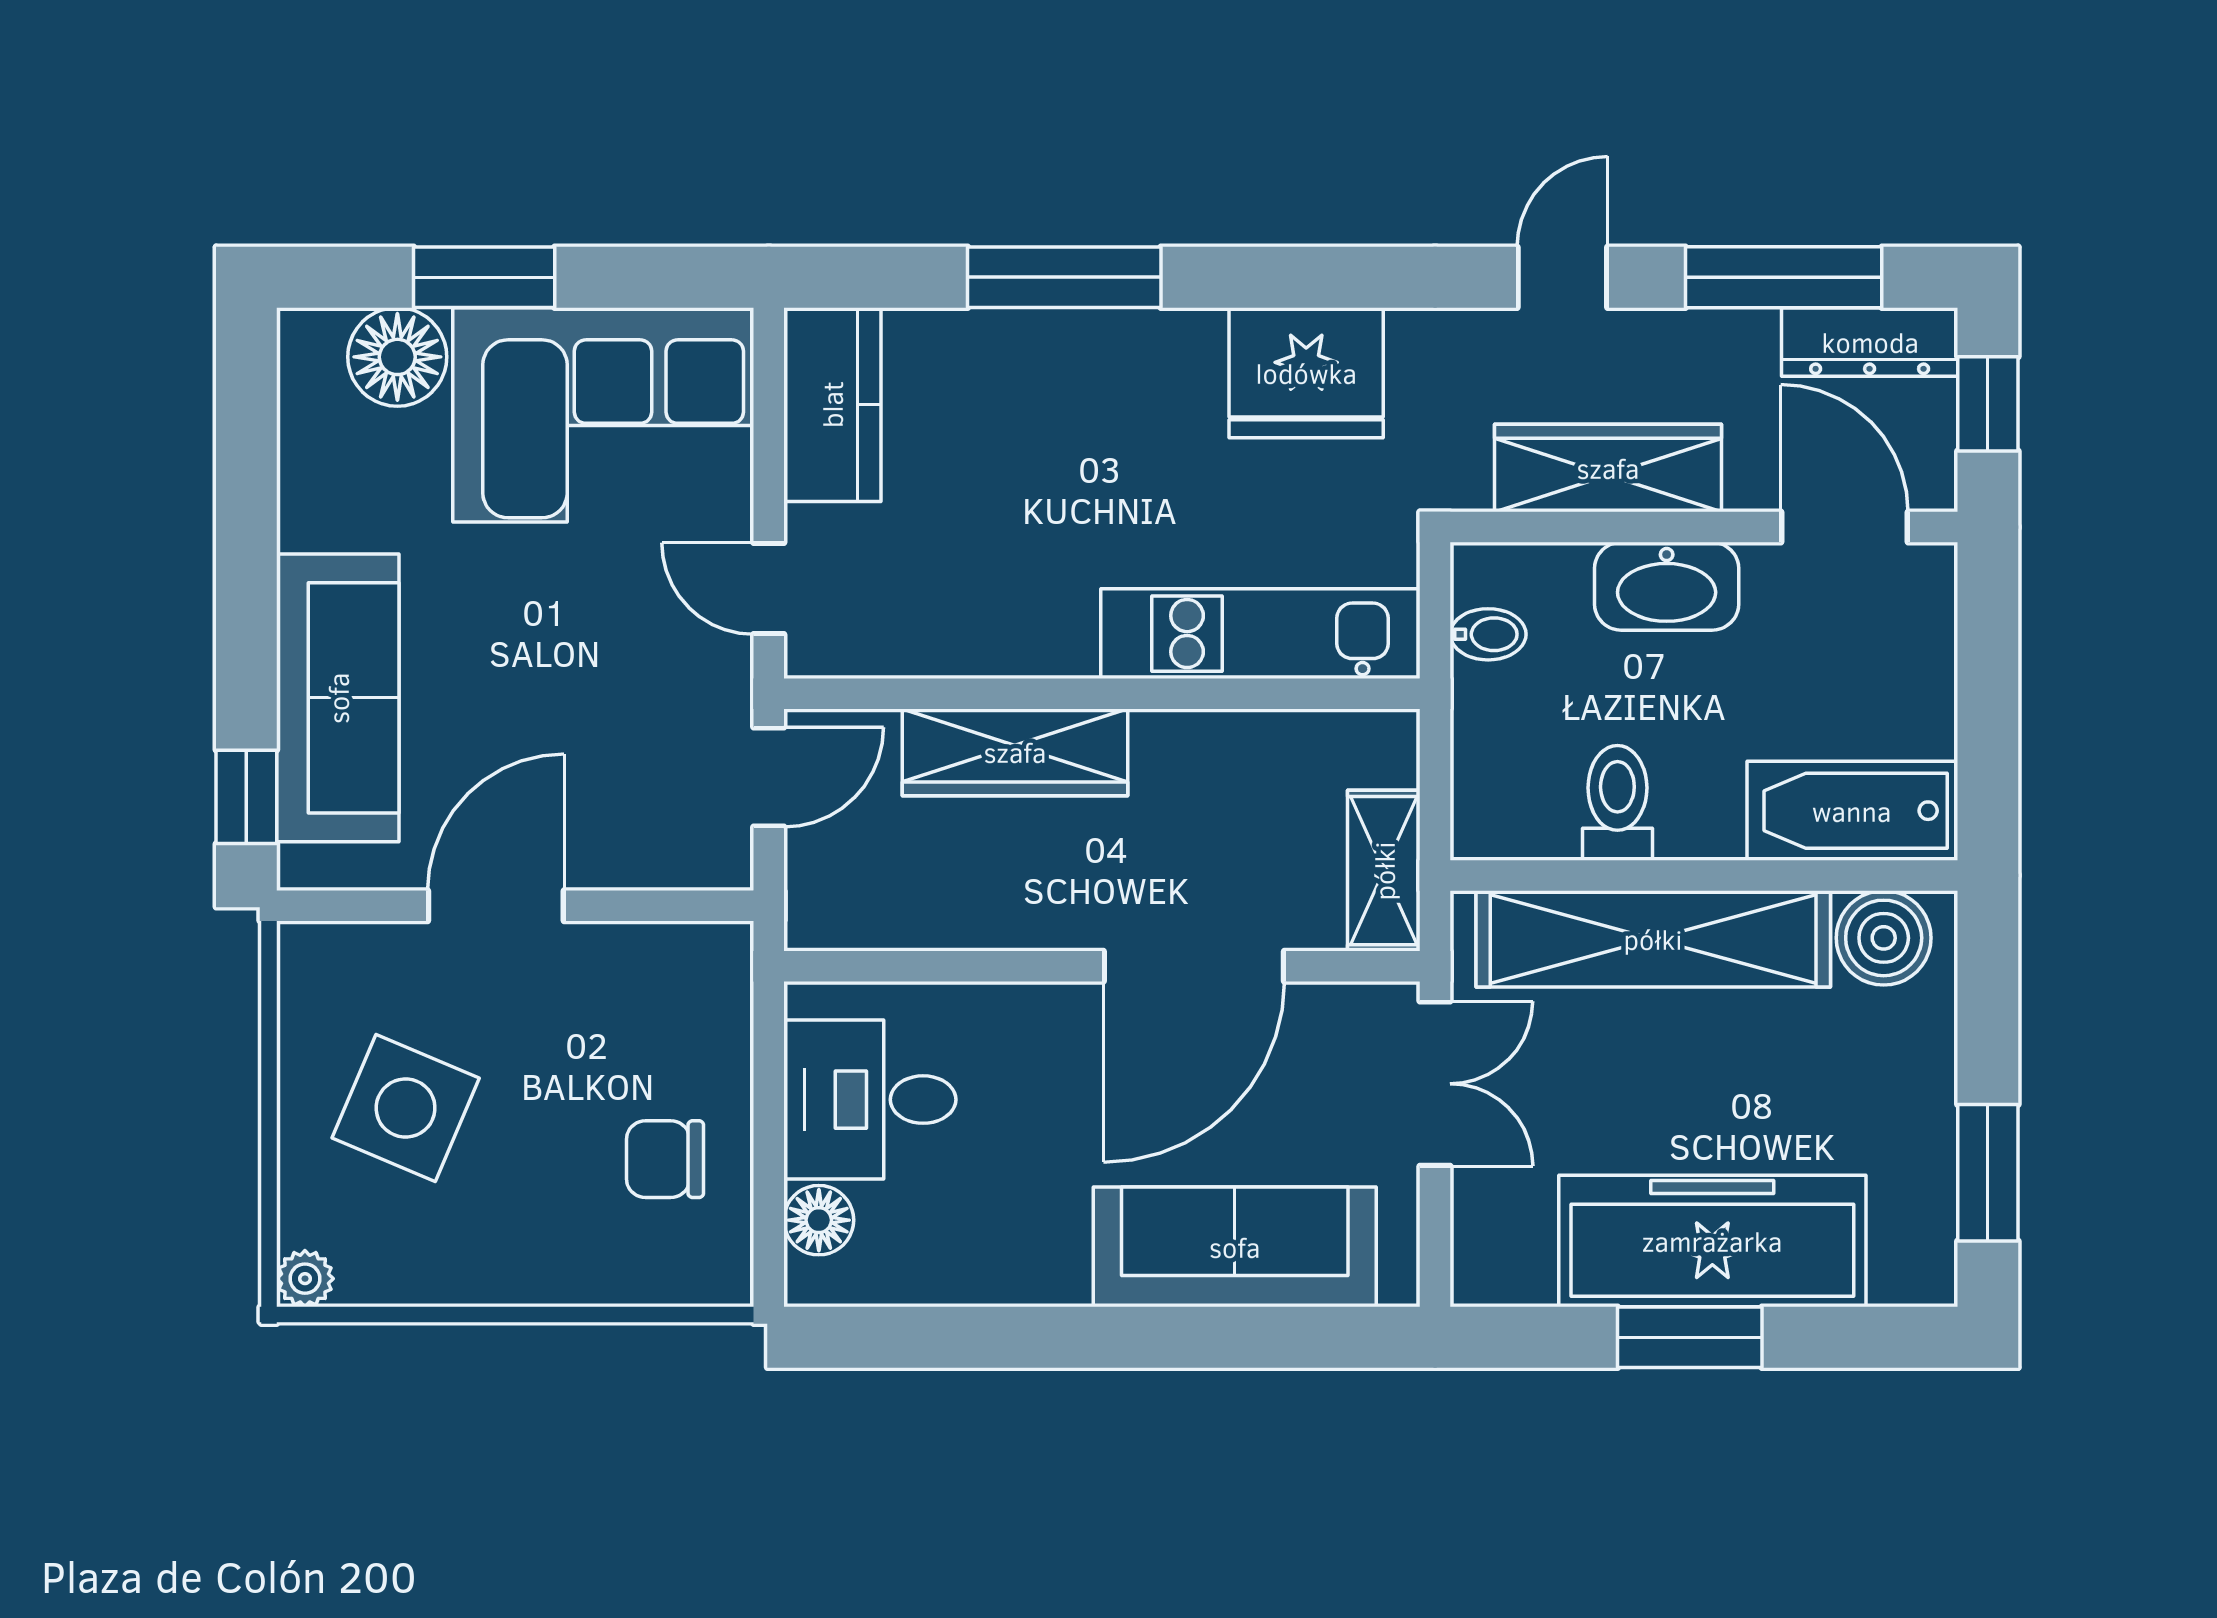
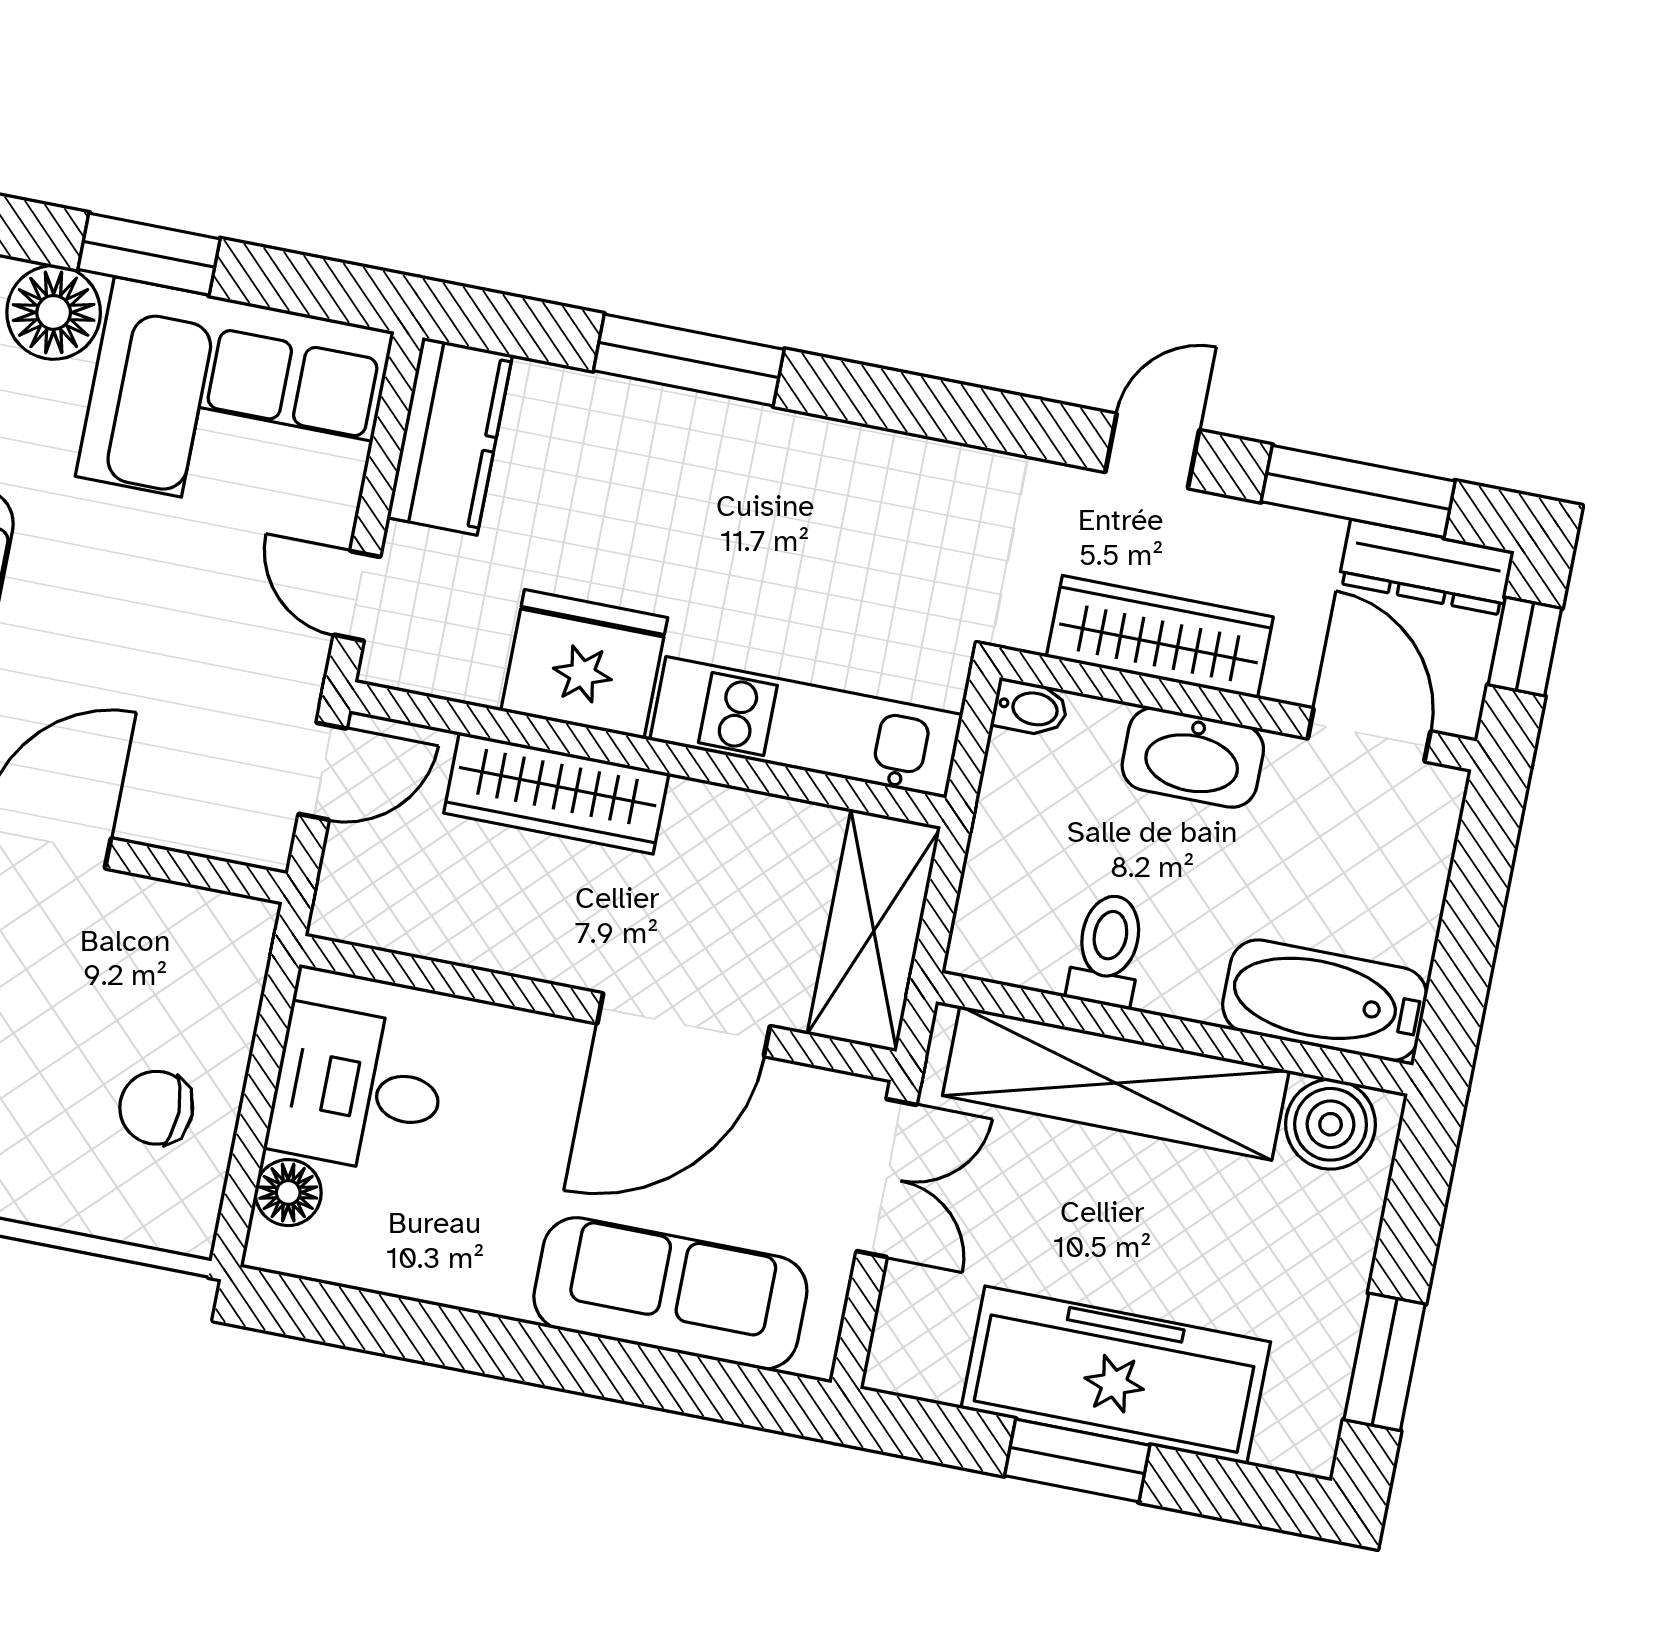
fridge: (1306, 373) -> (584, 664), moved, turned 180
bidet: (1488, 634) -> (1030, 708), moved
shelving: (1384, 871) -> (874, 931), width x1.50, depth x1.33

